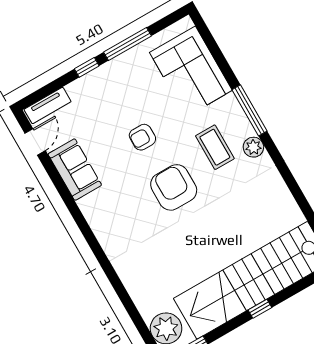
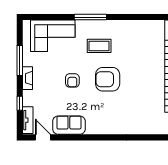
window: (87, 67) -> (20, 103), moved
fireplace: (108, 70) -> (28, 78), added
plant: (253, 147) -> (111, 26), removed

